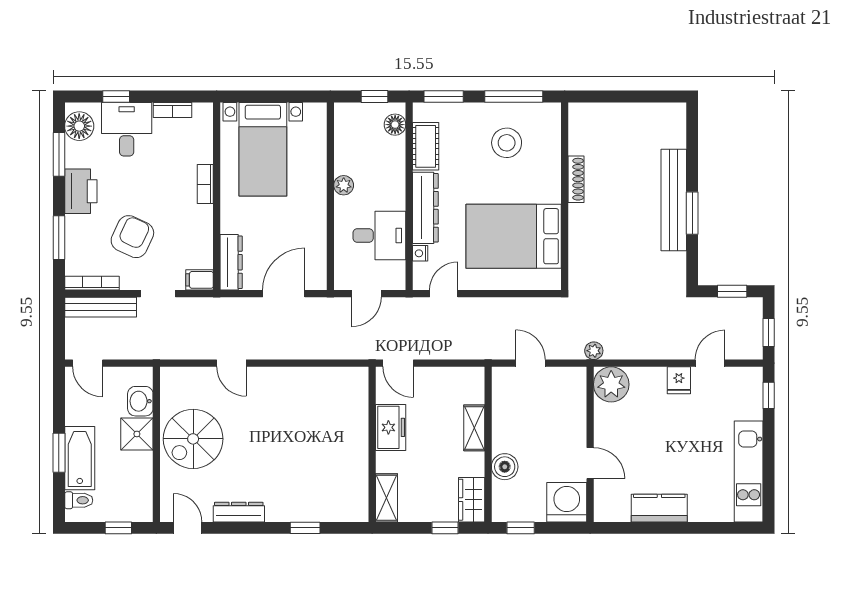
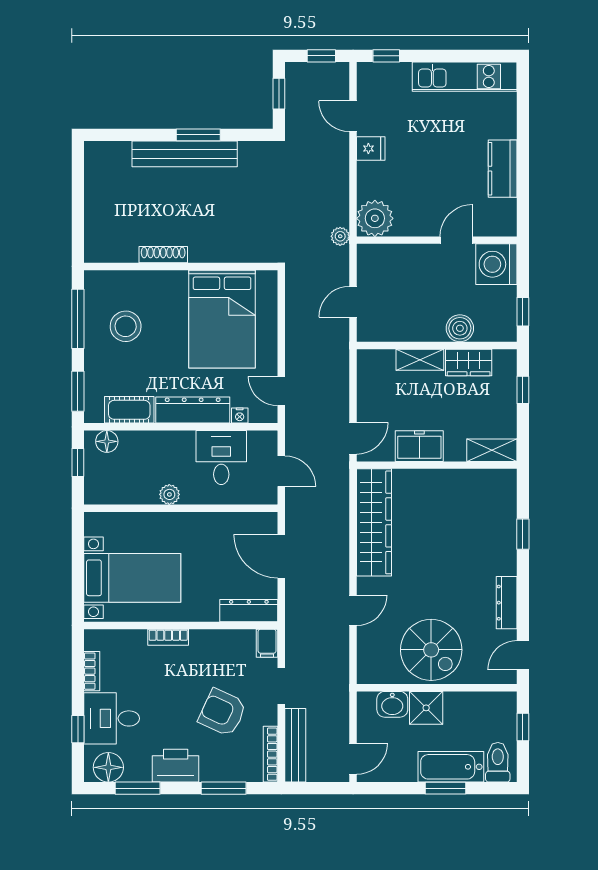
wardrobe: (317, 384) -> (374, 522), added
toilet: (79, 500) -> (498, 762), width x1.37, depth x1.39
wardrobe: (472, 500) -> (469, 362), moved

